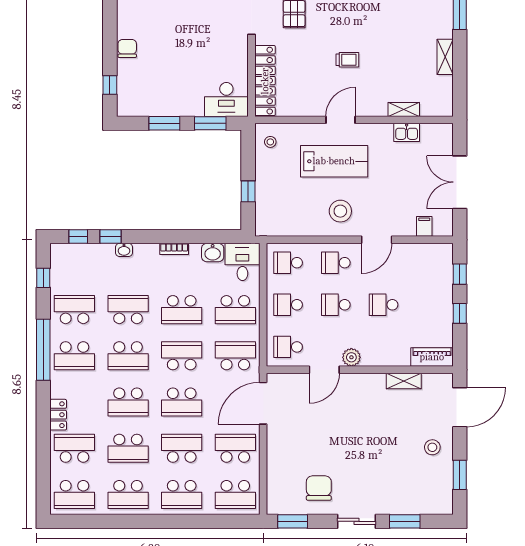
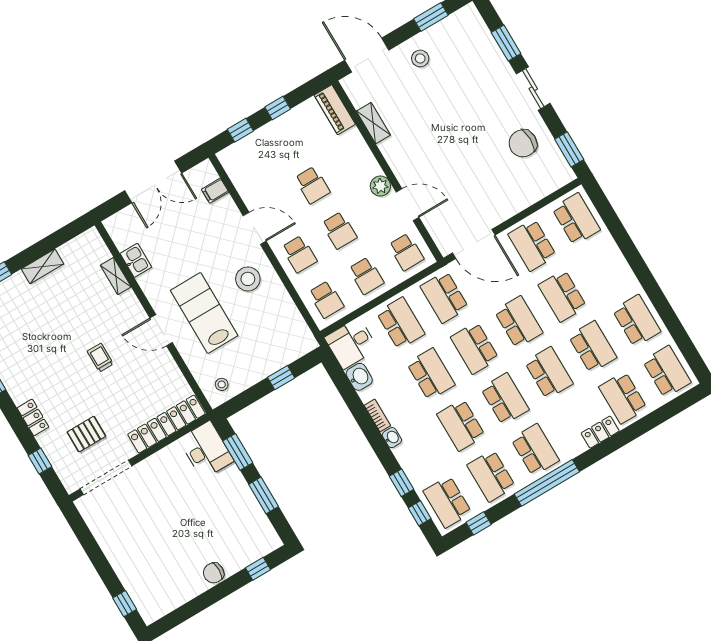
washbasin: (124, 250) -> (392, 438), moved
school desk: (182, 494) -> (447, 502), moved, turned 180

